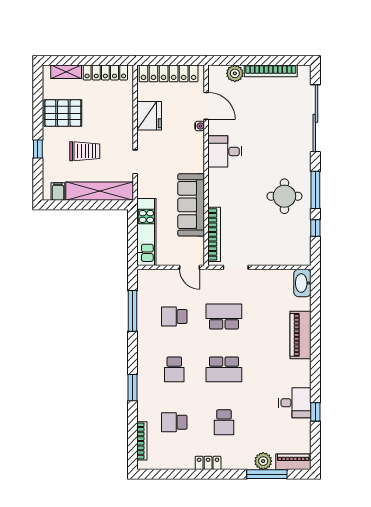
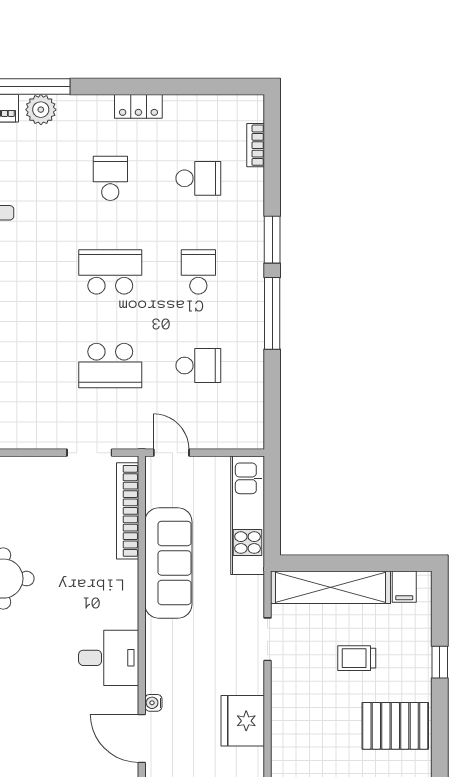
trolley: (85, 151) -> (357, 658), width x0.73, depth x0.72
window: (133, 311) -> (272, 313), moved
bookcase: (142, 441) -> (256, 145), width x0.64

